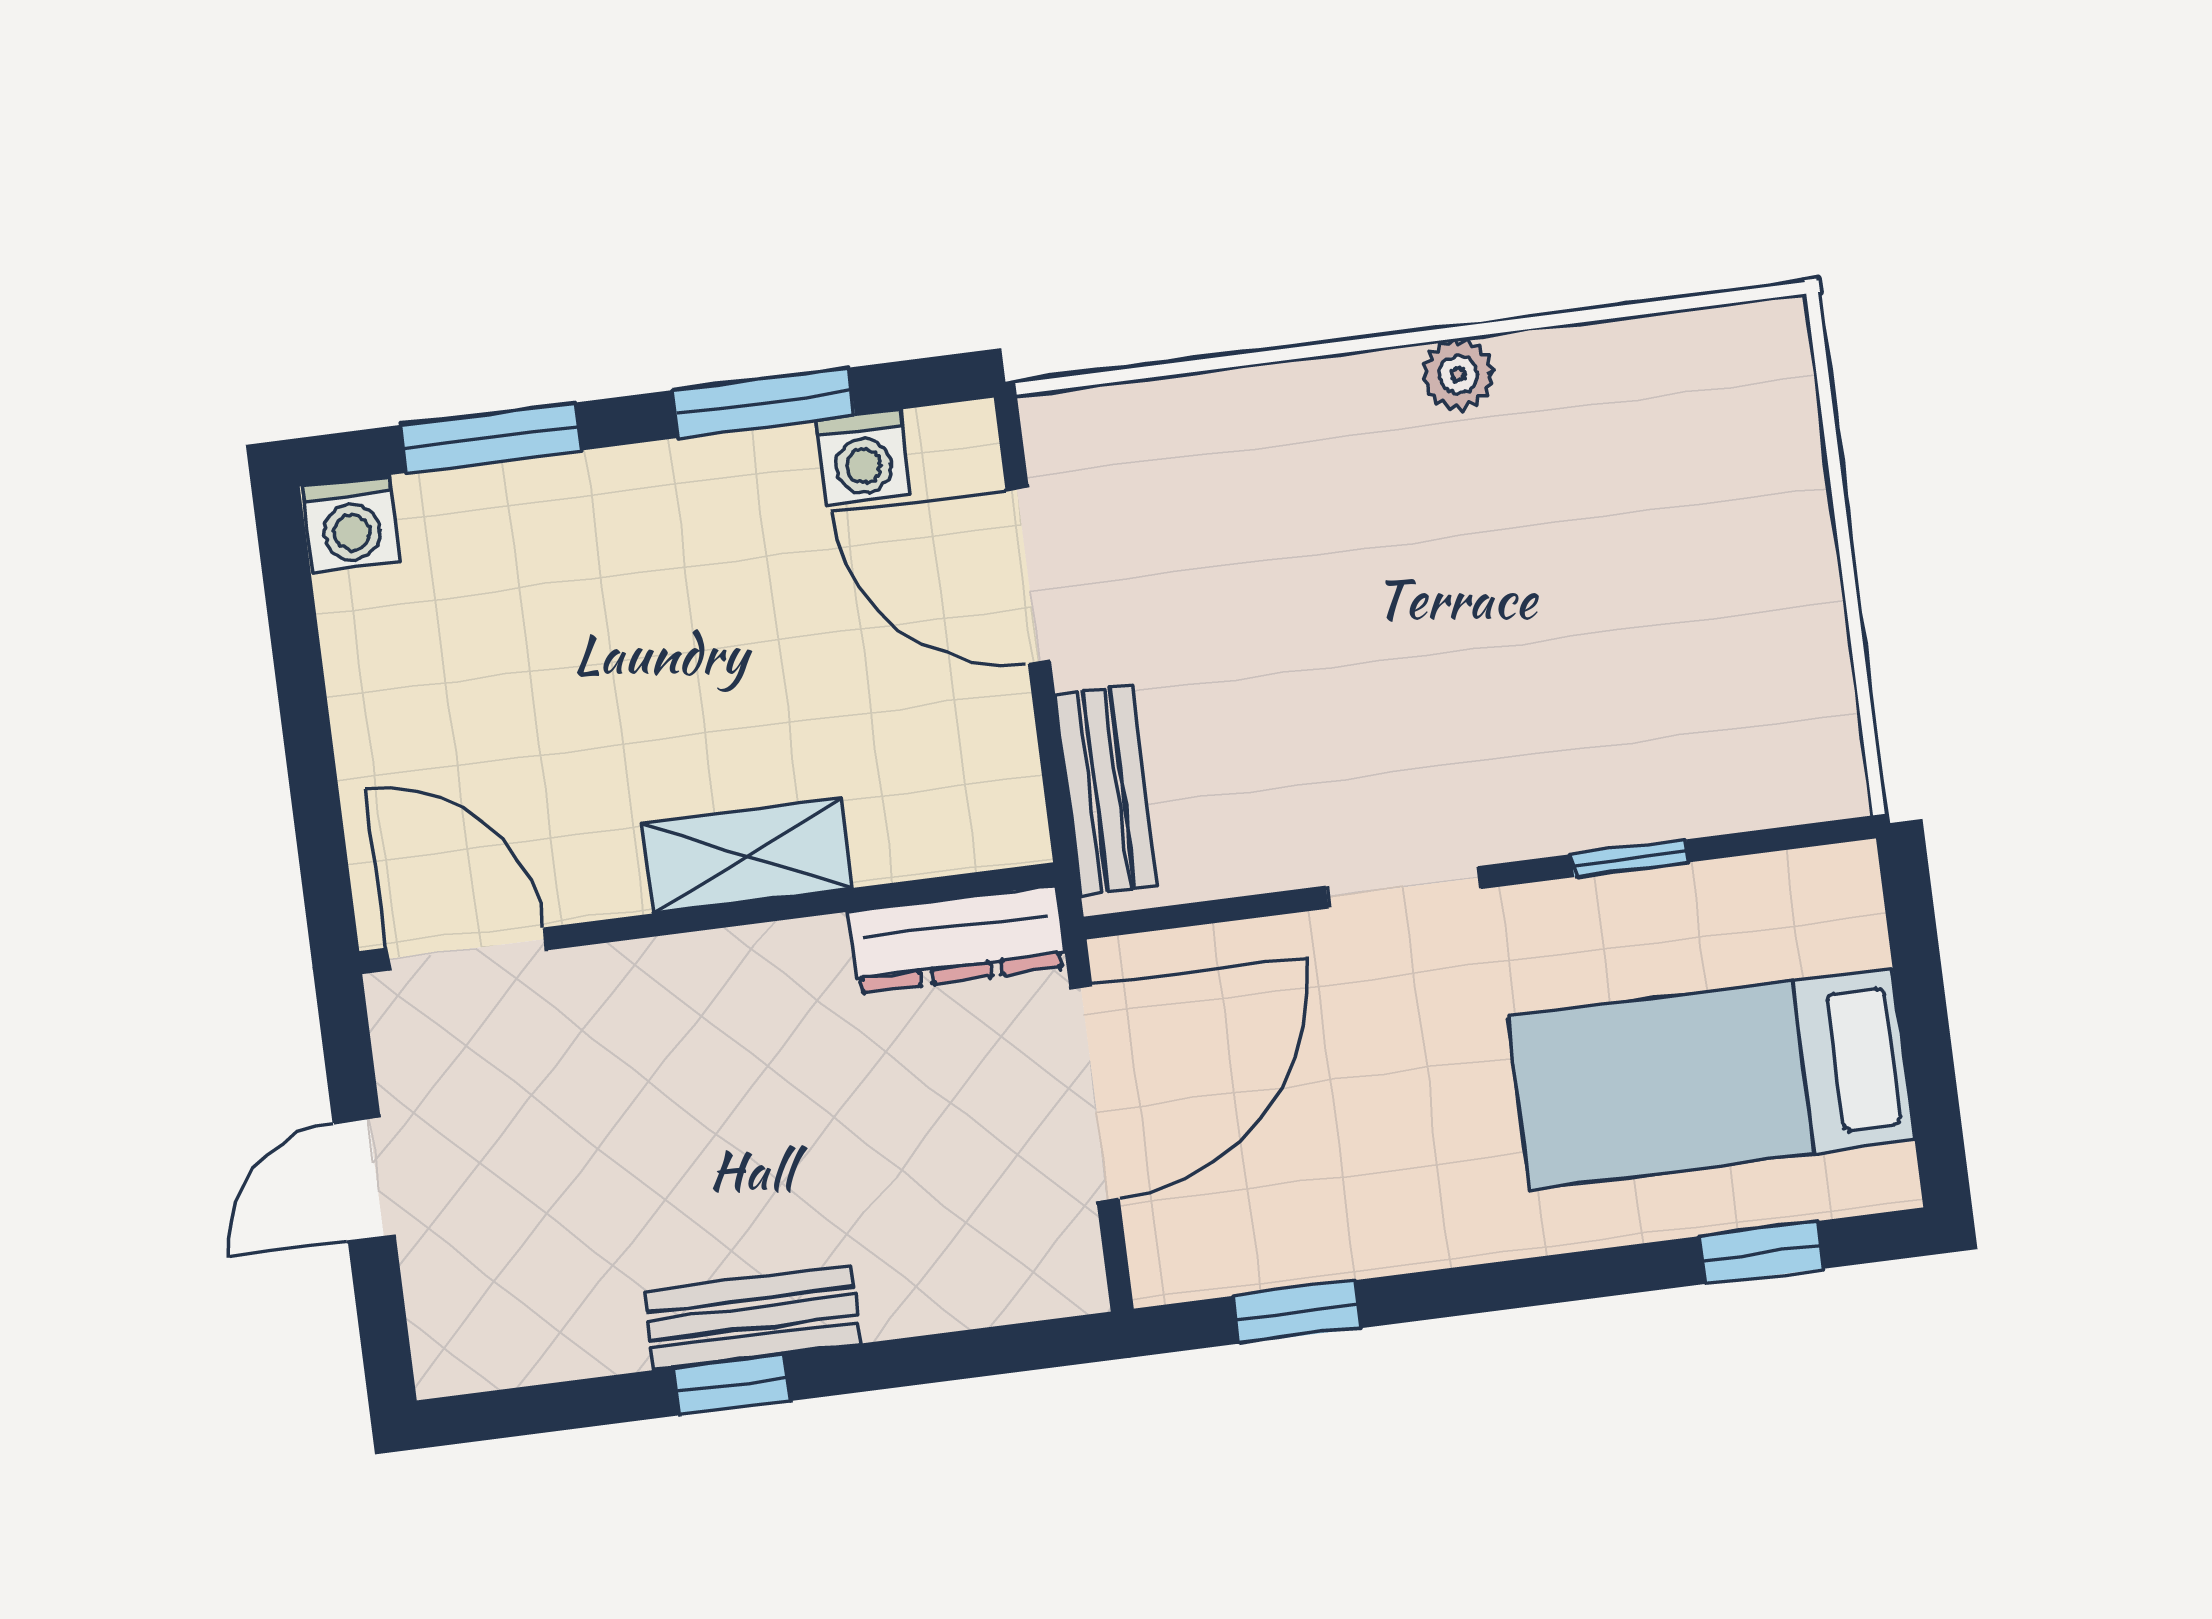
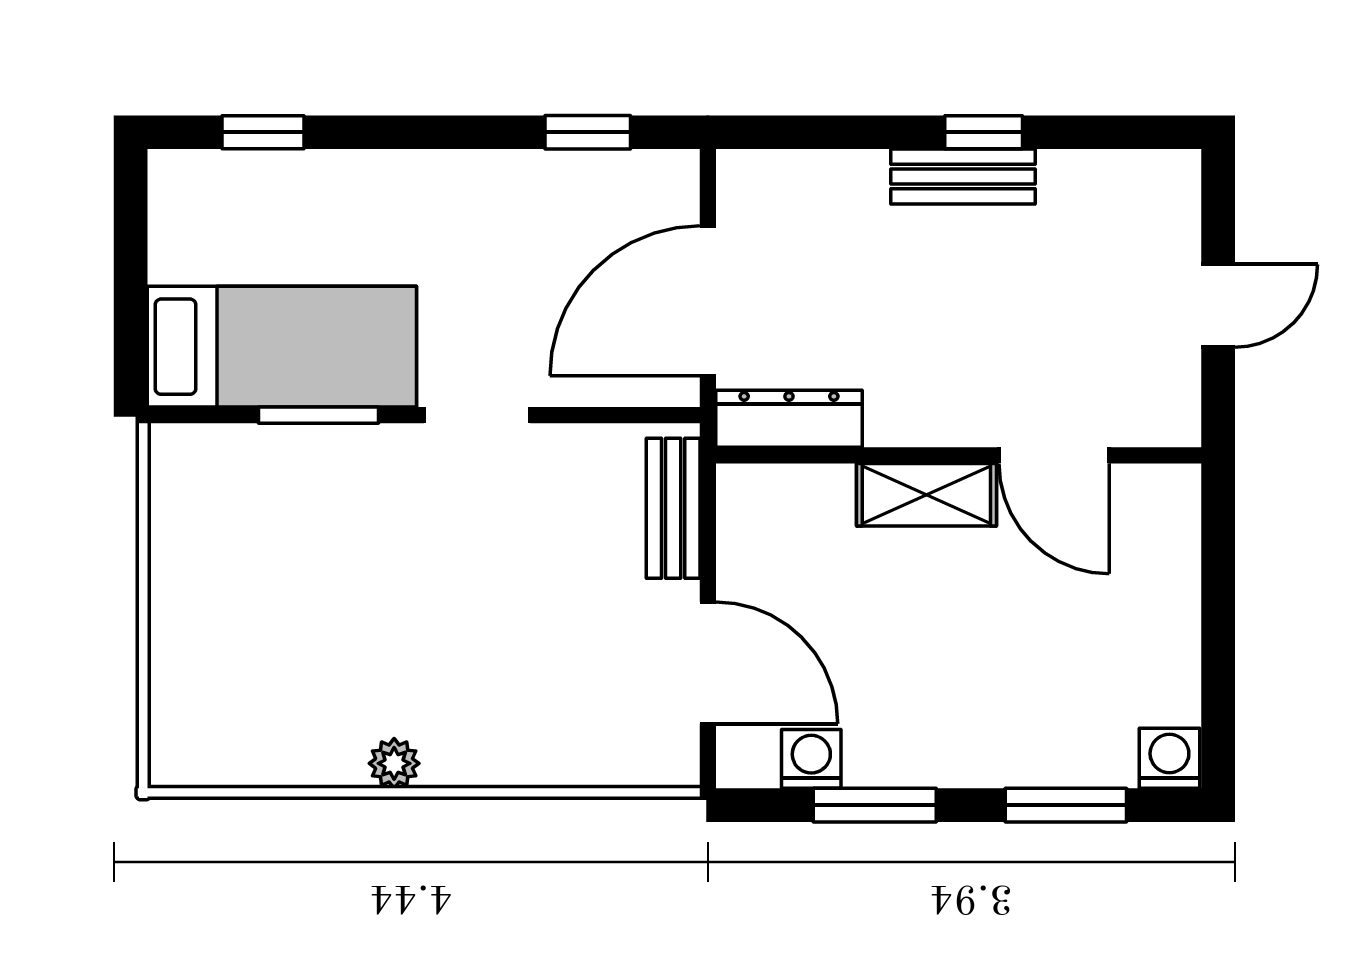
window: (1630, 858) -> (318, 415), width x1.50
door: (466, 949) -> (1054, 455), moved
bed: (1712, 1079) -> (282, 347), moved

